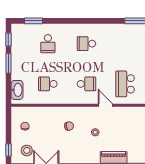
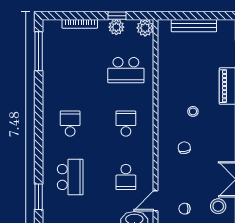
school desk: (48, 44) -> (70, 177), width x1.85
school desk: (86, 44) -> (70, 124), turned 180
door: (105, 105) -> (156, 201), moved

